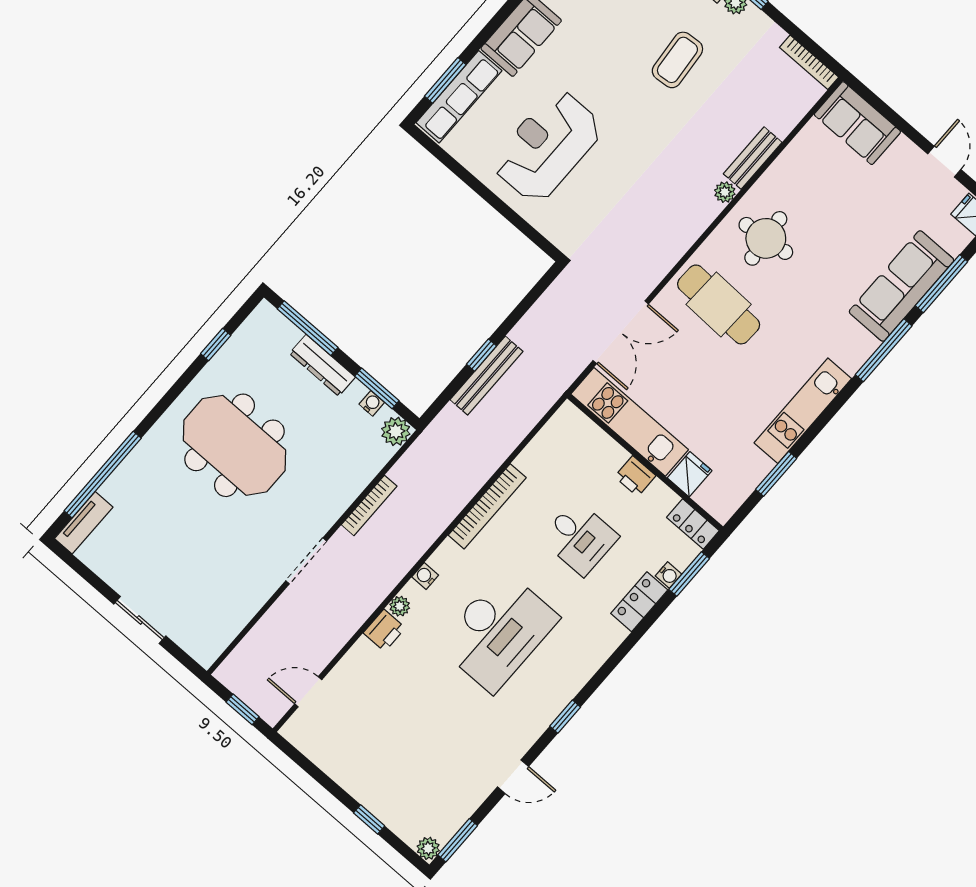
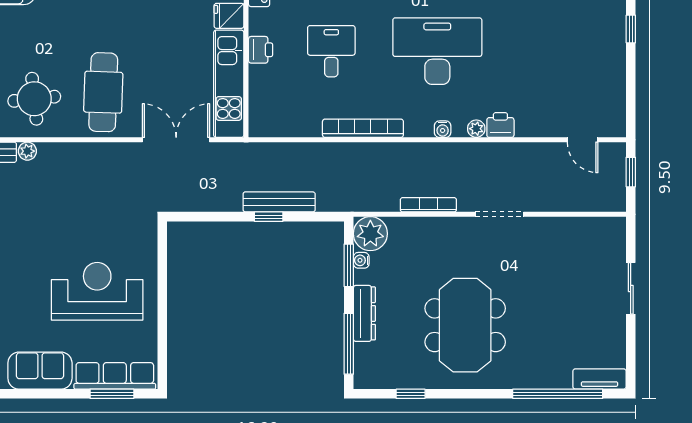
reception desk: (547, 146) -> (97, 291), turned 180
plant: (396, 431) -> (370, 234), width x1.36, depth x1.36

